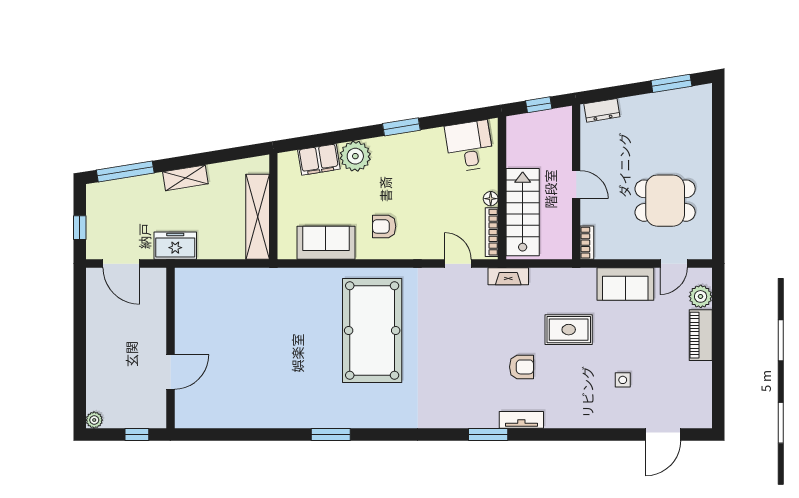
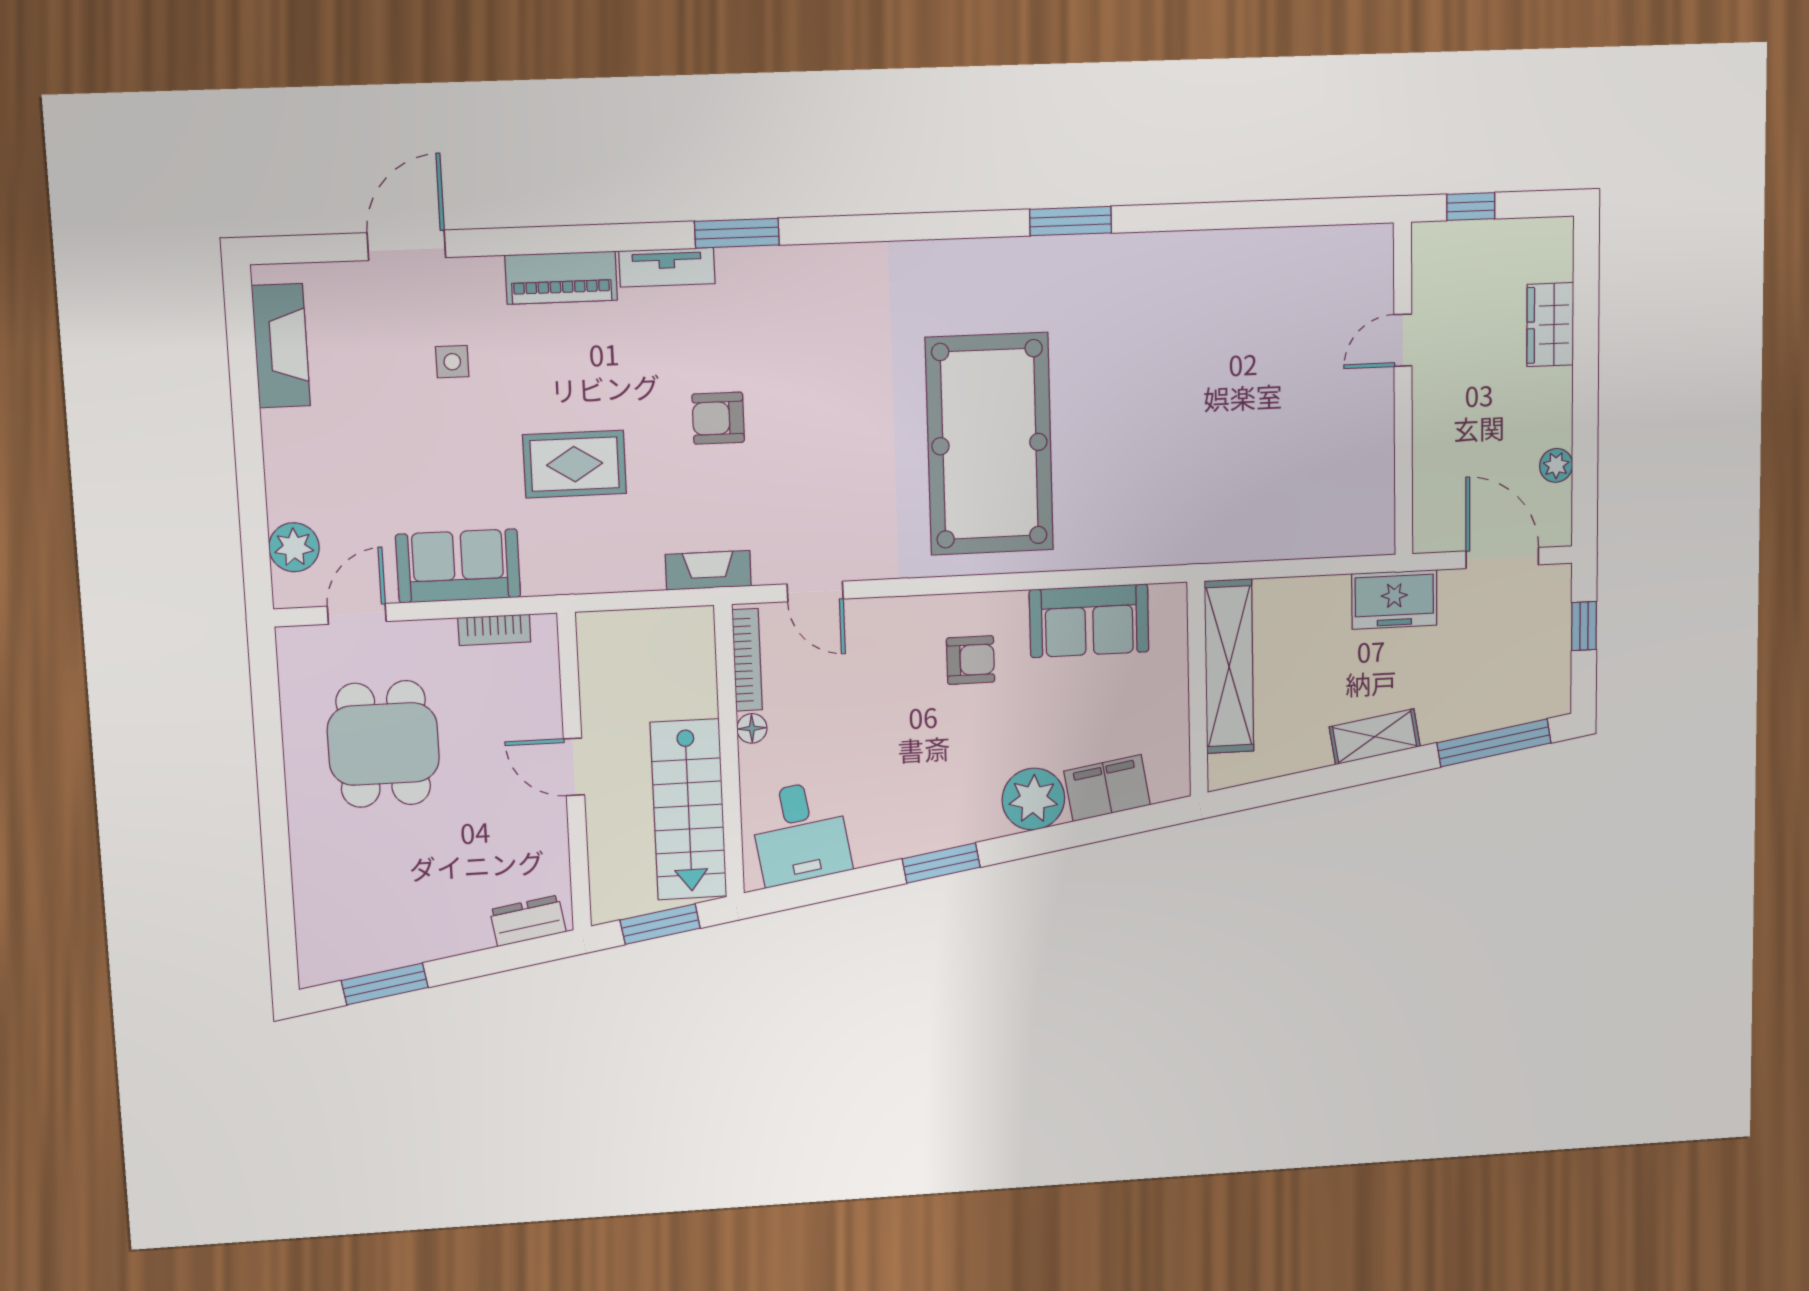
window: (539, 105) -> (660, 924), width x1.50
dining table: (665, 201) -> (383, 744), turned 90
stairs: (523, 212) -> (689, 810), moved
bookcase: (587, 243) -> (494, 630), moved, turned -90
piano: (701, 335) -> (561, 278), moved, turned 90
armchair: (522, 367) -> (718, 418), moved
door: (170, 372) -> (1403, 340), width x0.73
wardrobe: (97, 376) -> (1550, 325), added
fireplace: (700, 391) -> (281, 346), added
plant: (94, 420) -> (1556, 465), moved
door: (663, 434) -> (406, 245), moved

